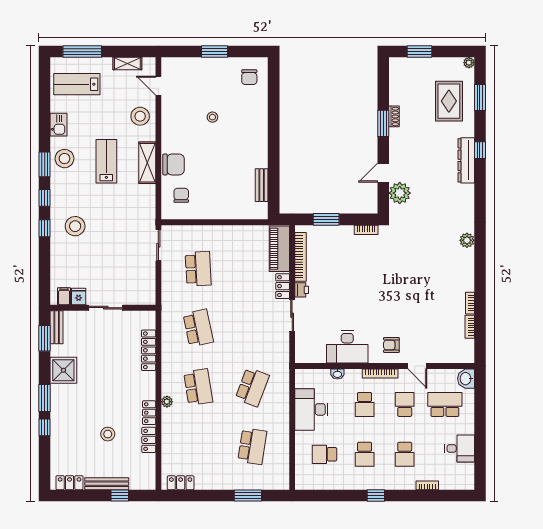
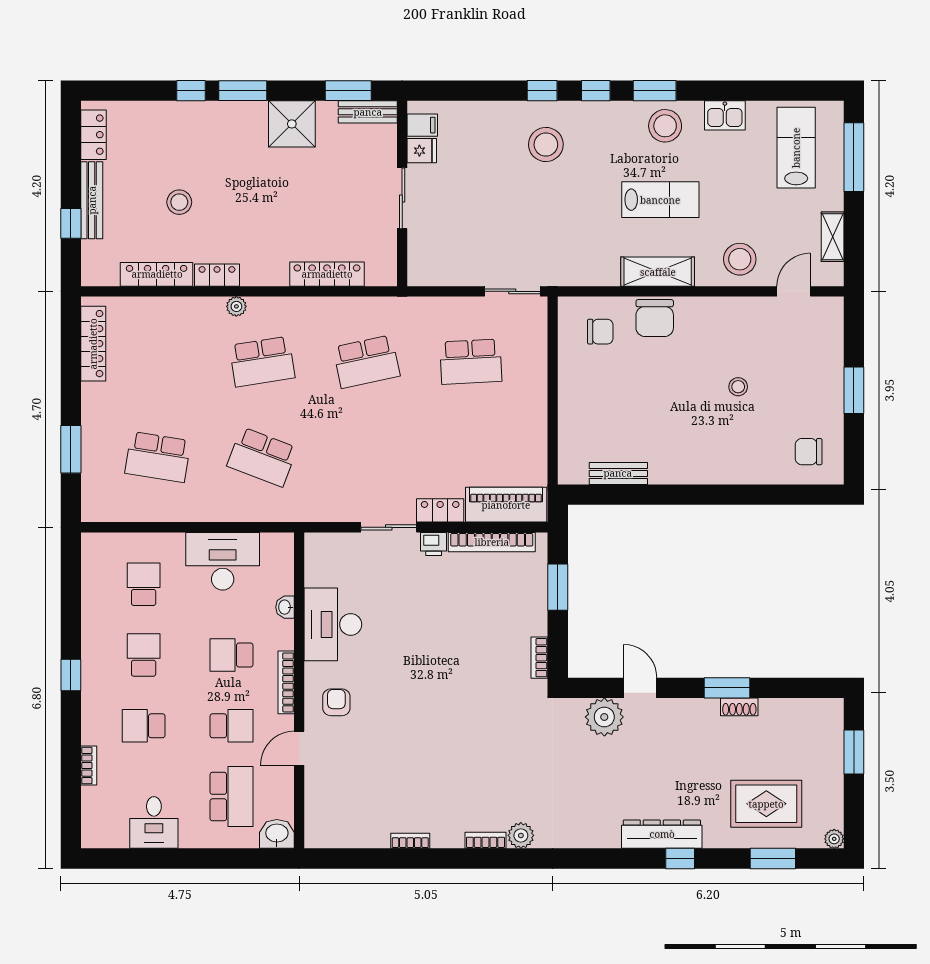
bookcase: (470, 327) -> (485, 840), moved
locker: (149, 440) -> (157, 274), width x1.53
school desk: (365, 454) -> (144, 655), turned 90
locker: (181, 483) -> (93, 344), width x1.53

